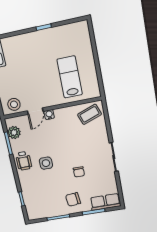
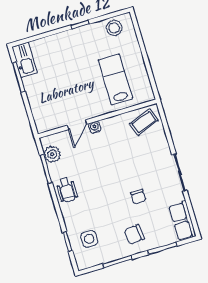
stool: (14, 104) -> (114, 28), moved
side table: (46, 163) -> (89, 239), moved
row of seats: (105, 202) -> (182, 221), moved, turned -90

